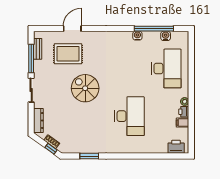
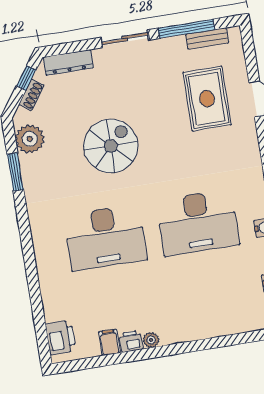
desk: (166, 68) -> (198, 222), moved
spiral stairs: (85, 88) -> (111, 146), moved
plant: (74, 146) -> (30, 139), added
window: (51, 149) -> (26, 78), moved

